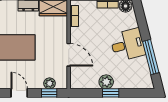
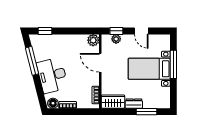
desk: (128, 45) -> (52, 75), width x1.37
plant: (106, 82) -> (93, 40), moved
window: (111, 93) -> (45, 31), moved

